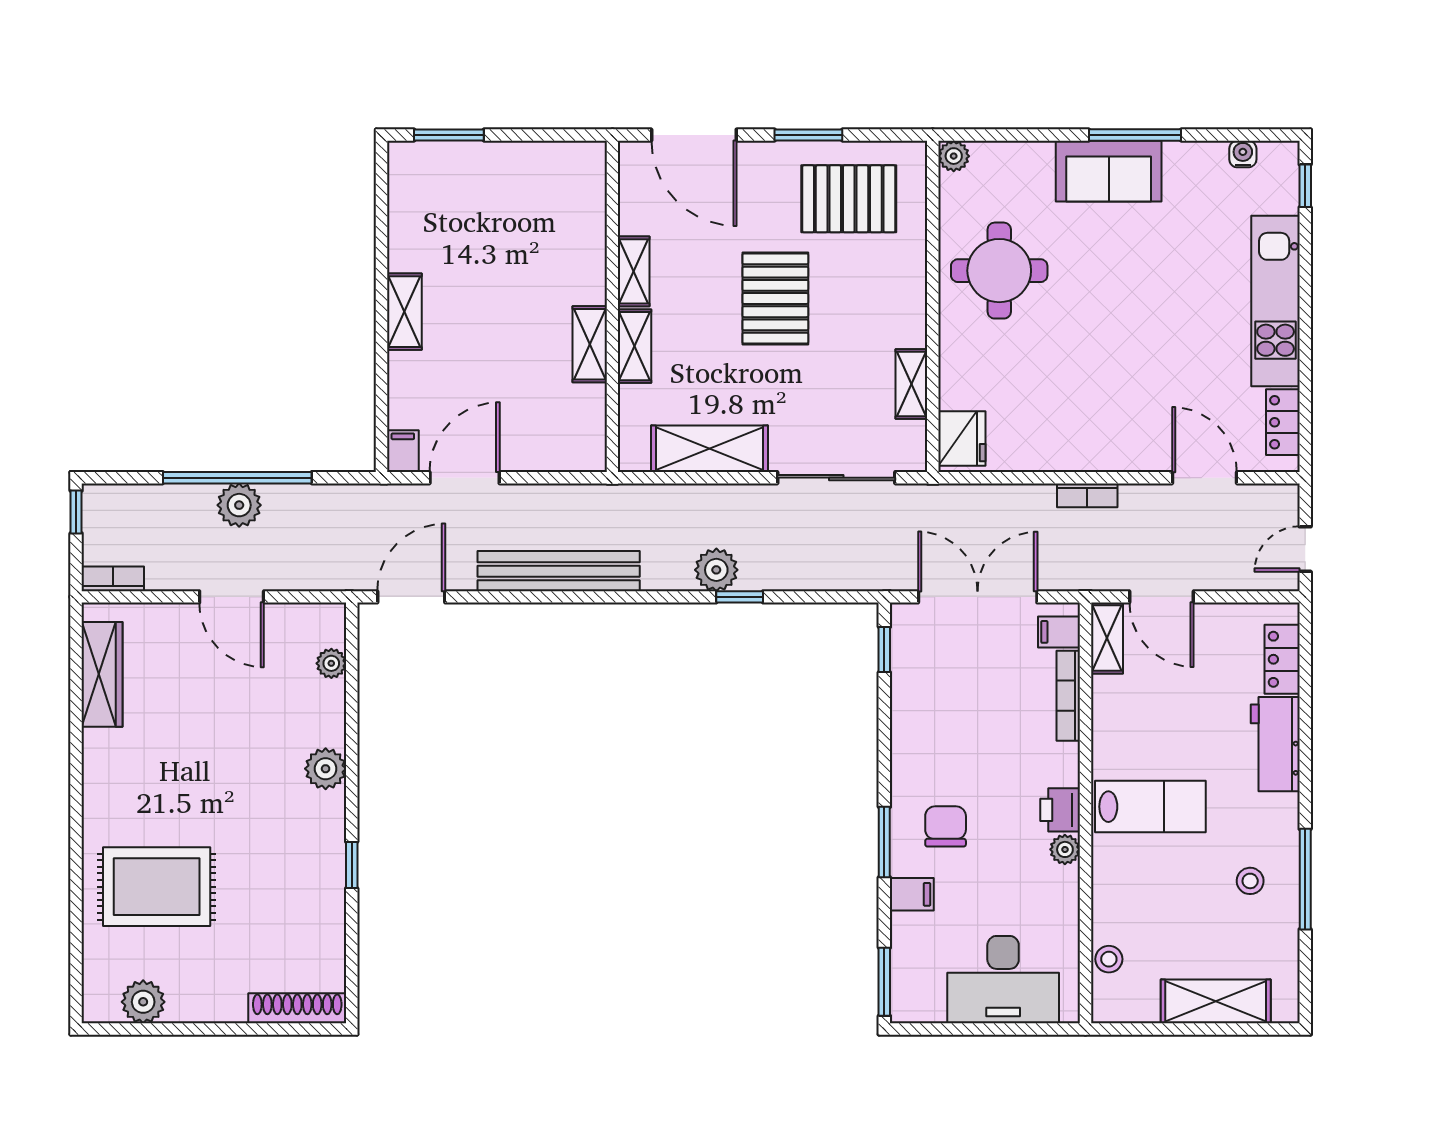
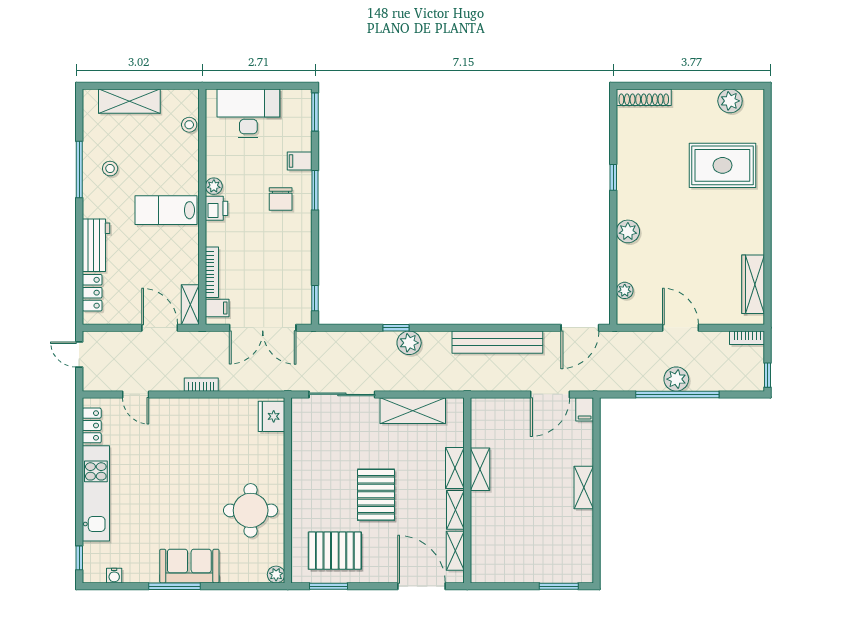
window: (808, 135) -> (329, 586), moved
shelving: (911, 384) -> (455, 551), moved
door: (1204, 478) -> (136, 394), width x0.73
door: (1305, 549) -> (79, 354), swing flipped

